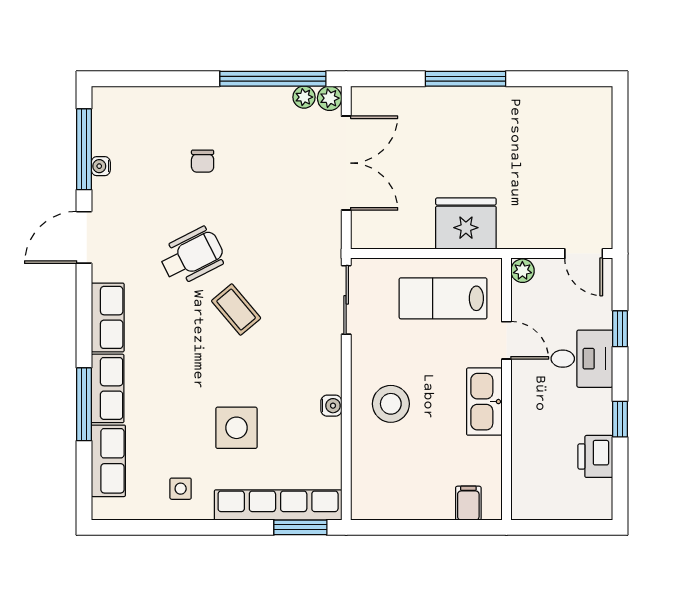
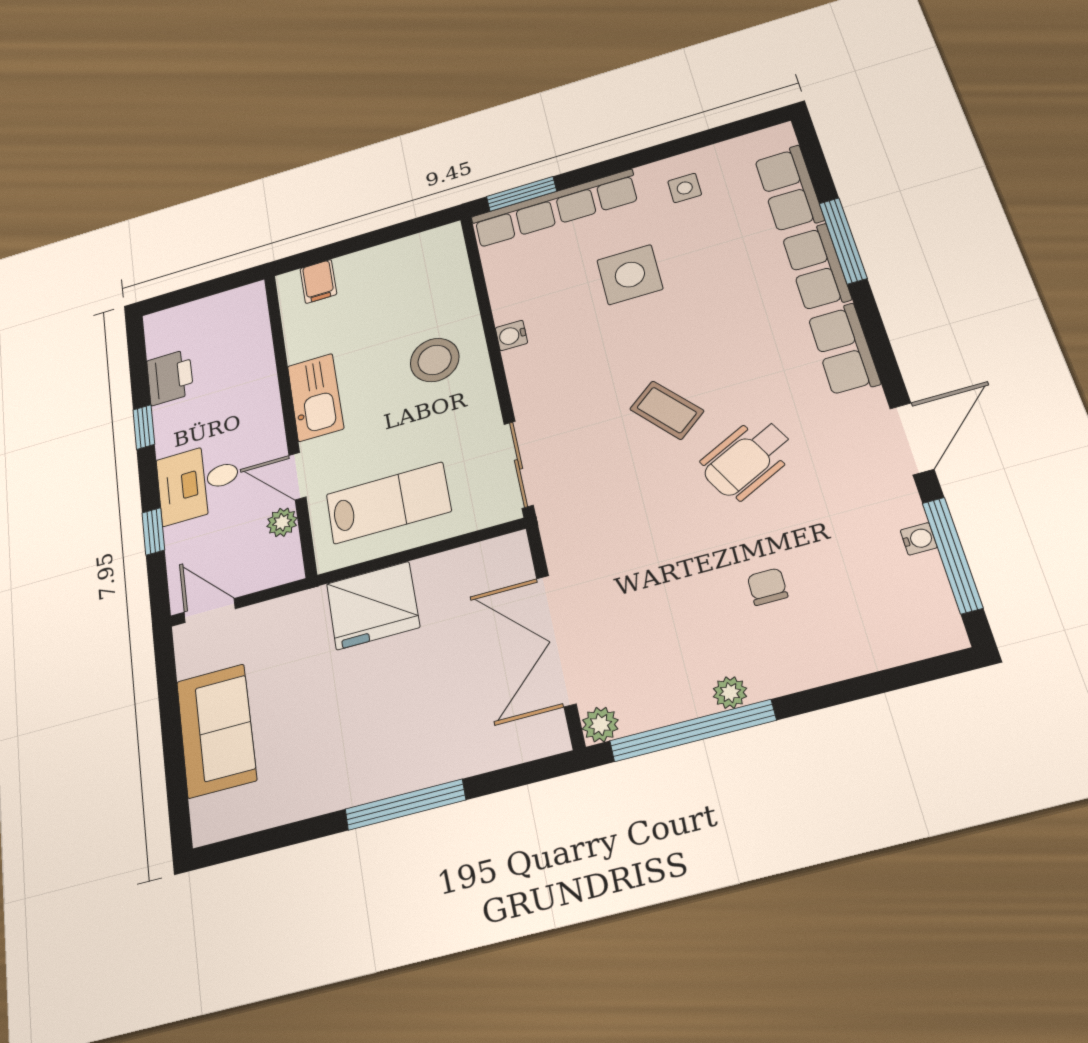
plant: (304, 97) -> (730, 693), moved
sofa: (588, 163) -> (216, 730), added
plant: (522, 271) -> (282, 522), moved

